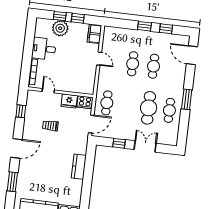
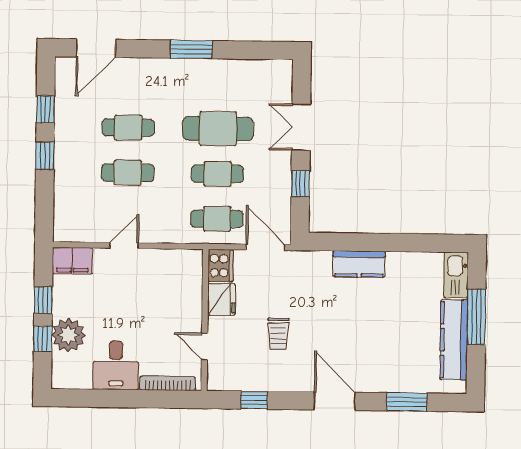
door: (48, 91) -> (204, 346), hinge flipped
cafe table: (169, 110) -> (218, 174), moved

